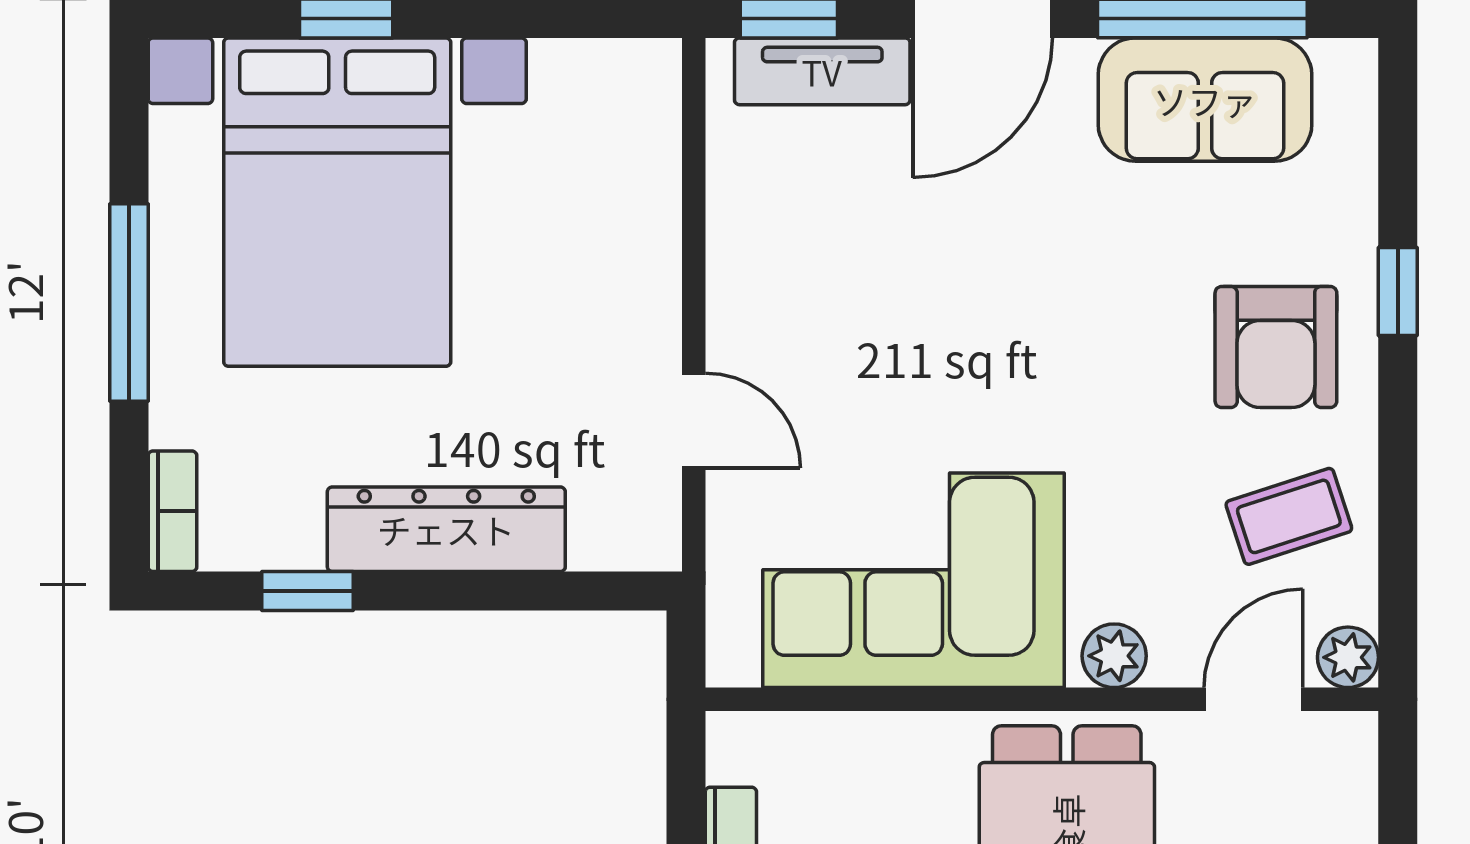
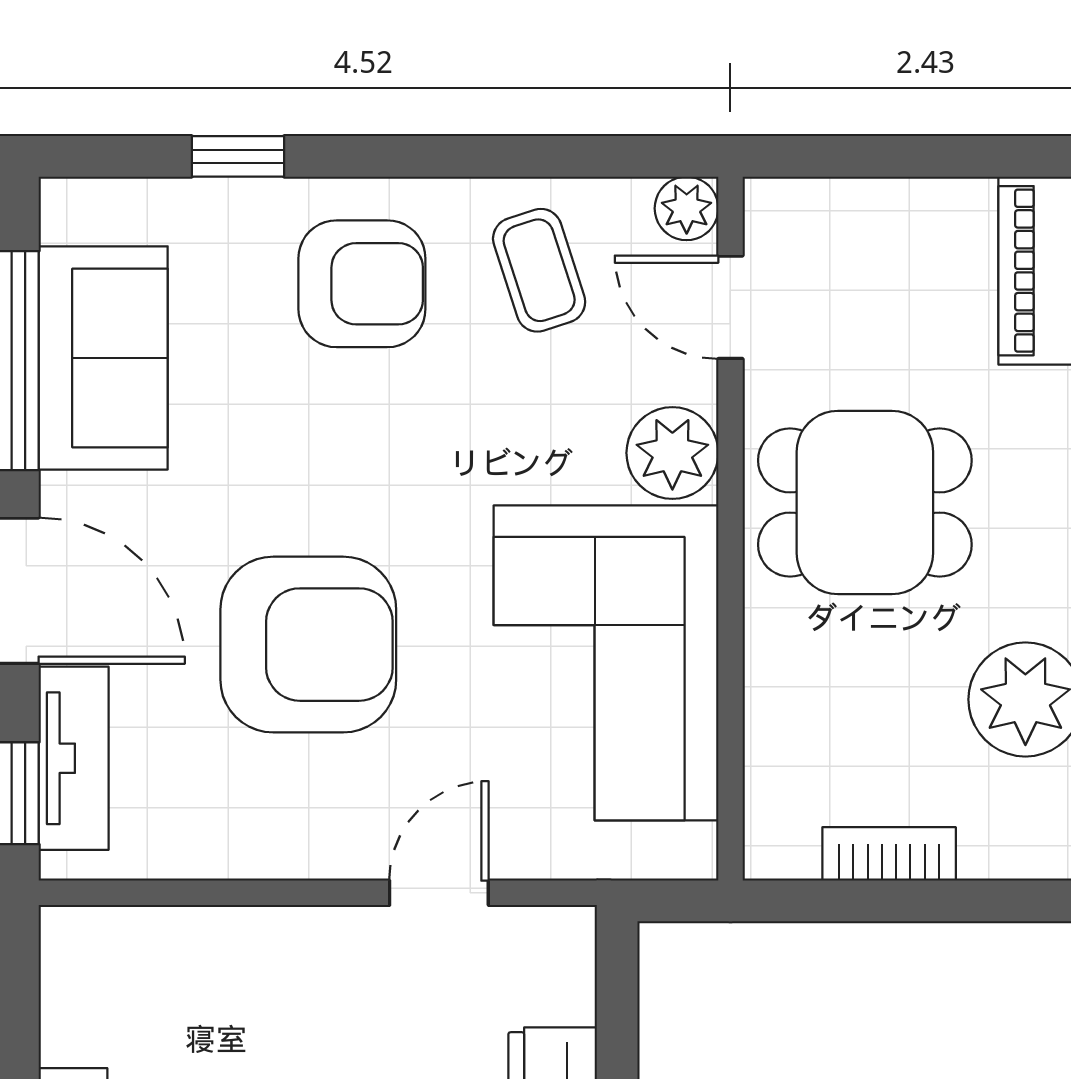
window: (1398, 292) -> (238, 156), moved
armchair: (931, 296) -> (308, 645), added
plant: (1114, 656) -> (672, 453), width x1.38, depth x1.38

